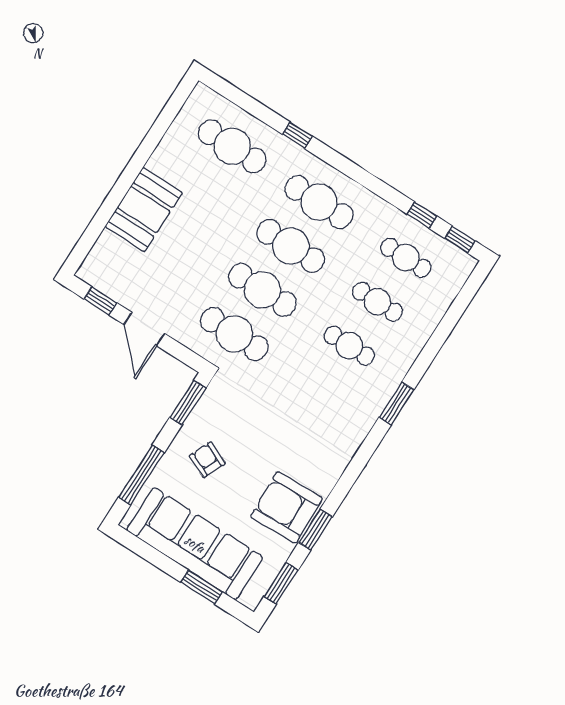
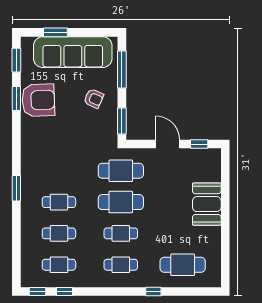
cafe table: (319, 202) -> (121, 265), width x0.73, depth x0.74
cafe table: (291, 246) -> (121, 233), width x0.73, depth x0.74

